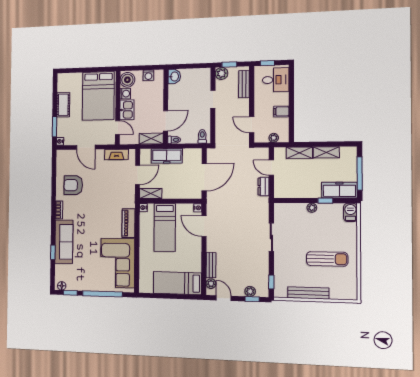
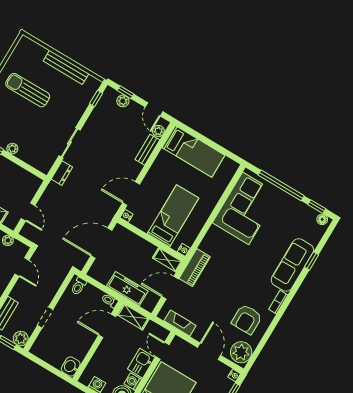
plant: (64, 160) -> (241, 352), added
armchair: (73, 185) -> (247, 319), turned 90
dresser: (264, 186) -> (62, 173), moved
piano: (129, 223) -> (195, 268), moved
door: (204, 226) -> (131, 193), swing flipped

